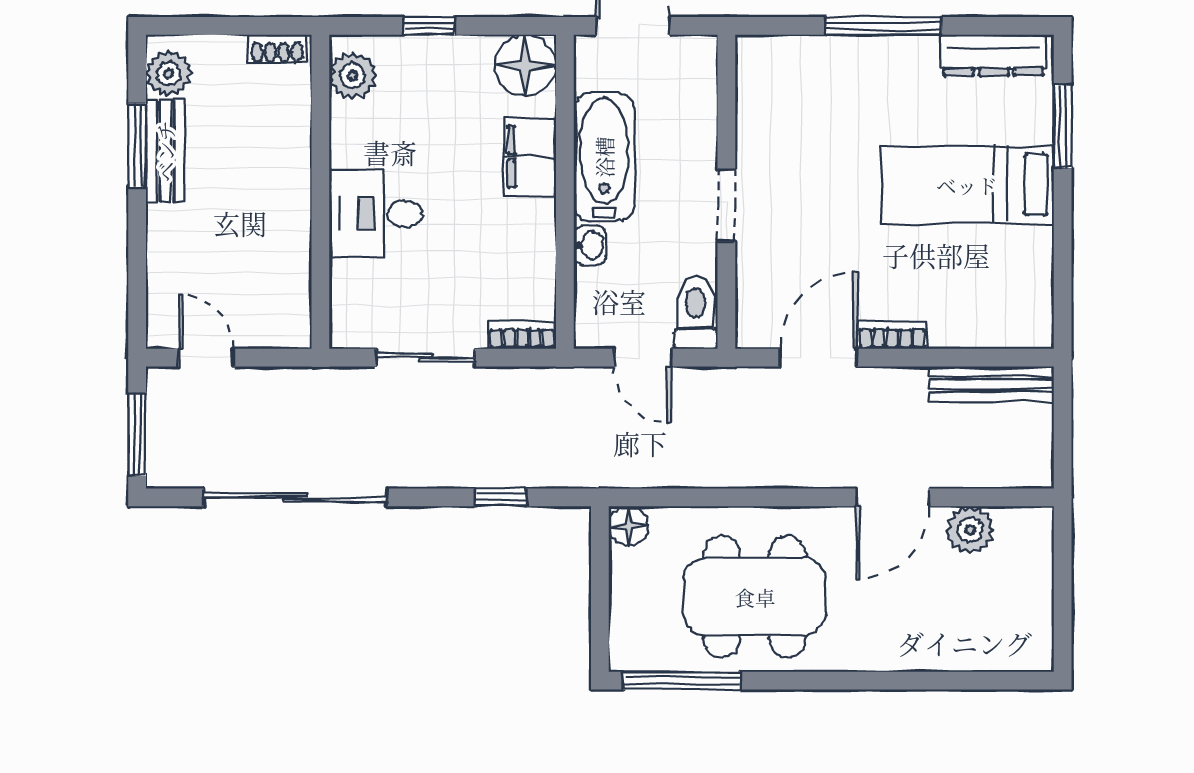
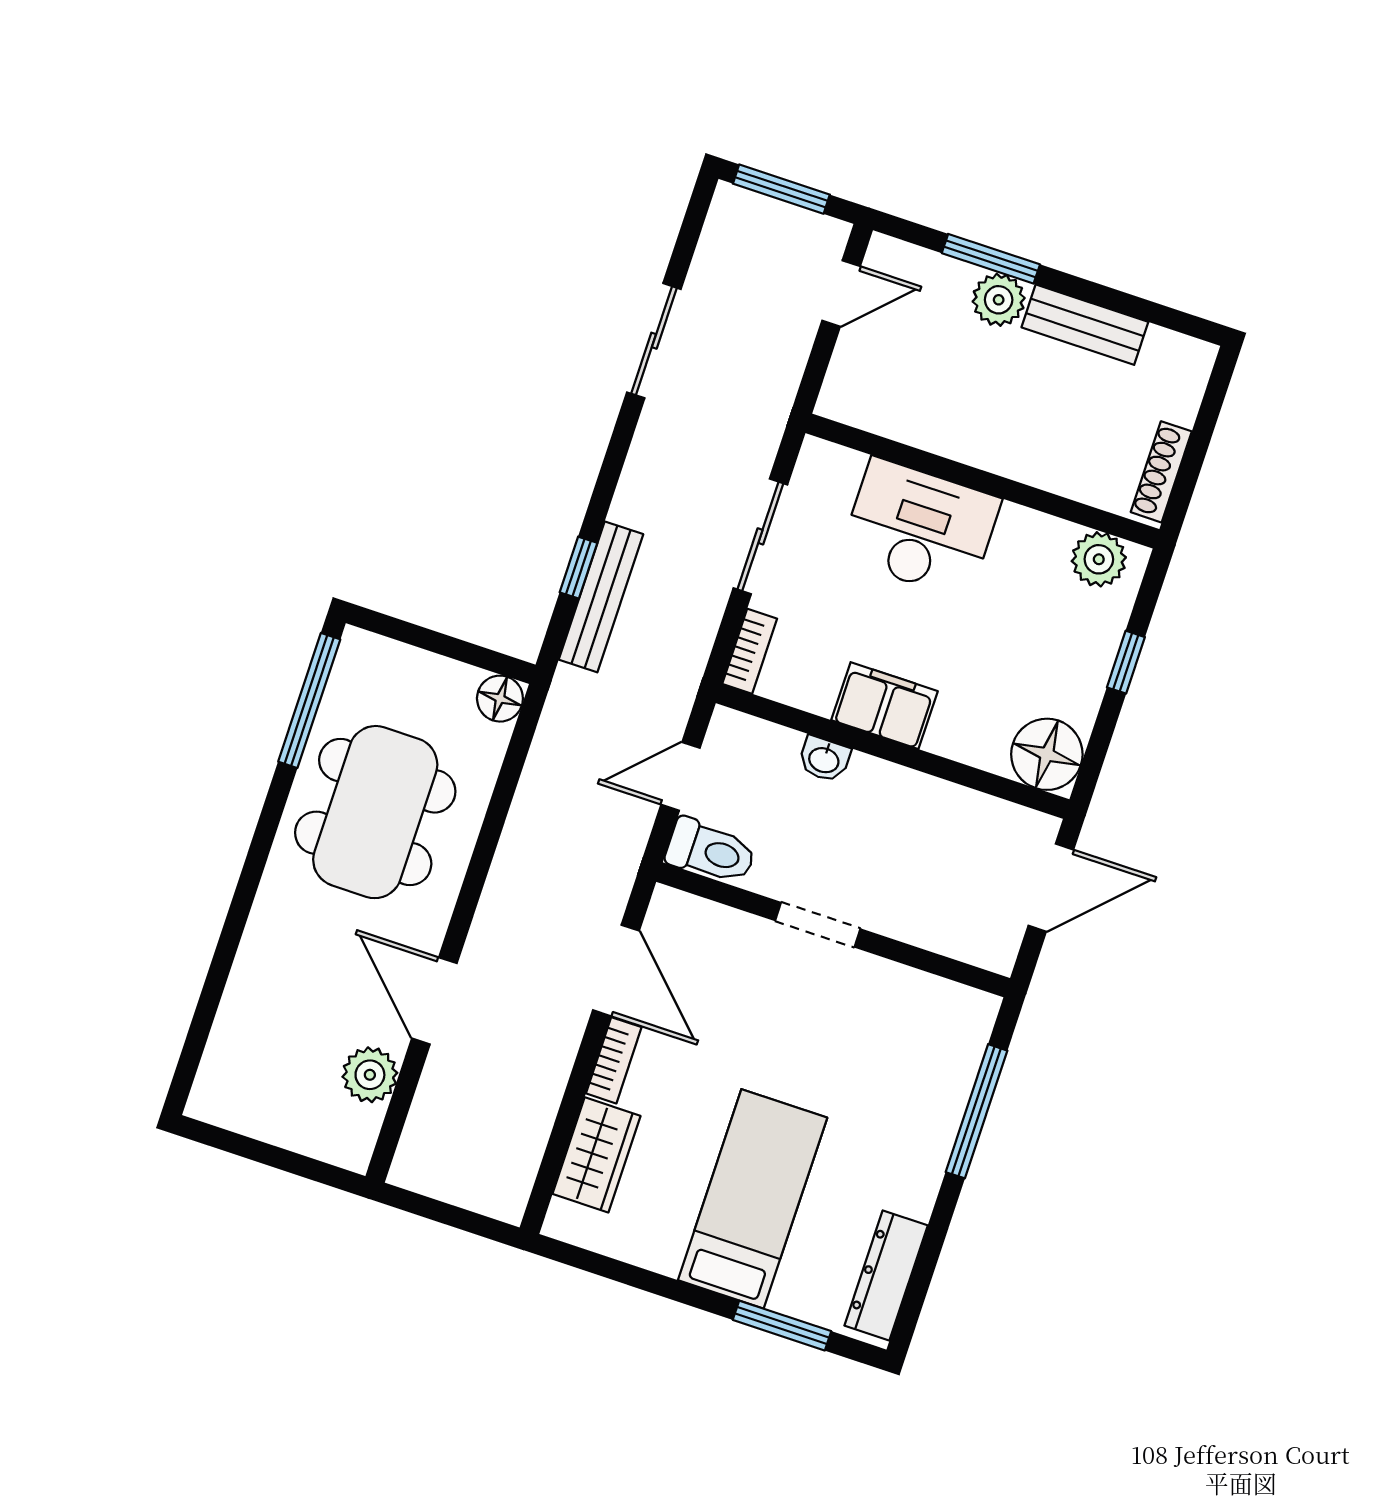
window: (883, 26) -> (976, 1111), moved
shoe rack: (277, 49) -> (1161, 472), width x1.43
plant: (168, 74) -> (999, 300), moved
window: (137, 146) -> (991, 259), moved
filing cabinet: (530, 157) -> (884, 706), moved
bathtub: (604, 157) -> (916, 807), removed
desk: (376, 214) -> (920, 528), width x1.37
wardrobe: (974, 324) -> (596, 1155), added
bench: (991, 384) -> (601, 597), moved
sliding door: (295, 497) -> (654, 341), width x0.54

